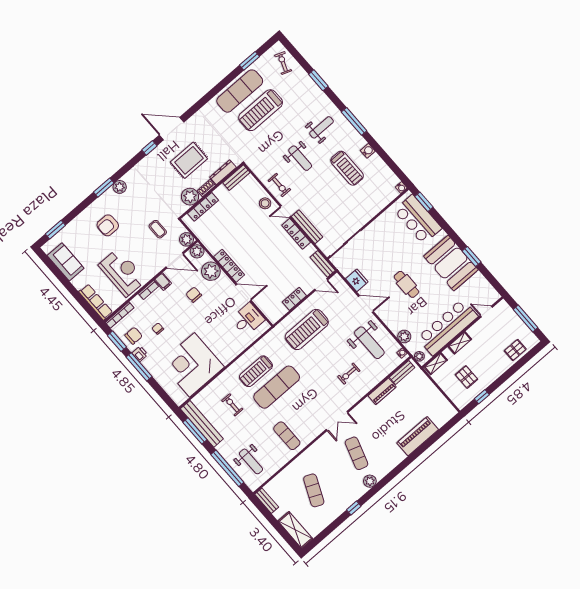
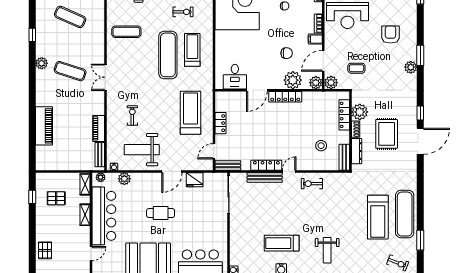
treadmill: (261, 110) -> (378, 217), turned 180
weight bench: (300, 158) -> (318, 216), removed
stool: (265, 203) -> (321, 146), moved

